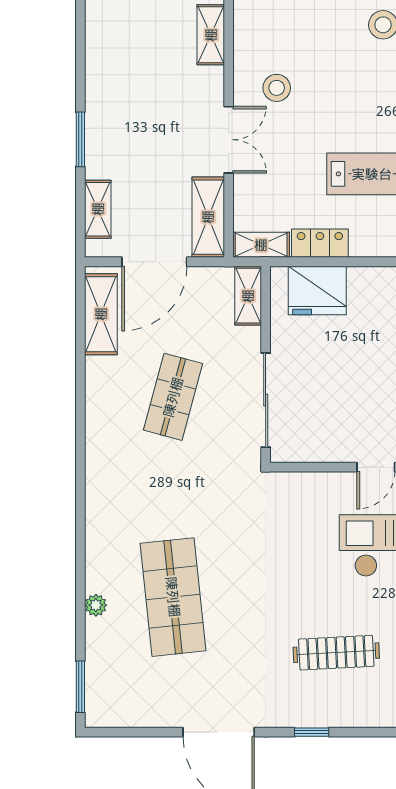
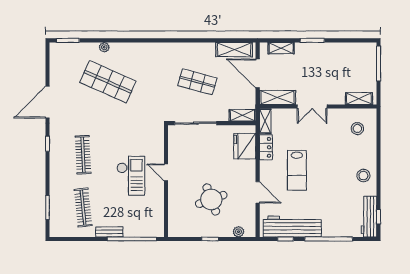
stool: (277, 88) -> (357, 128), moved
shop shelf: (173, 597) -> (108, 82), turned 30

